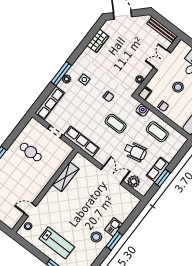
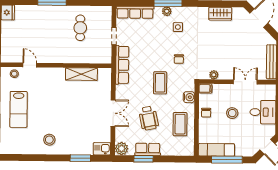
plant: (134, 181) -> (122, 149), moved
kitchen sink: (114, 227) -> (102, 149), moved
window: (114, 241) -> (80, 158), moved

